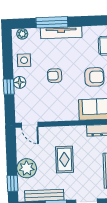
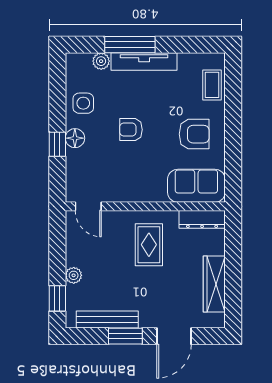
plant: (22, 34) -> (101, 61), moved
rug: (64, 160) -> (149, 245), moved
plant: (27, 168) -> (74, 275), width x0.53, depth x0.53

